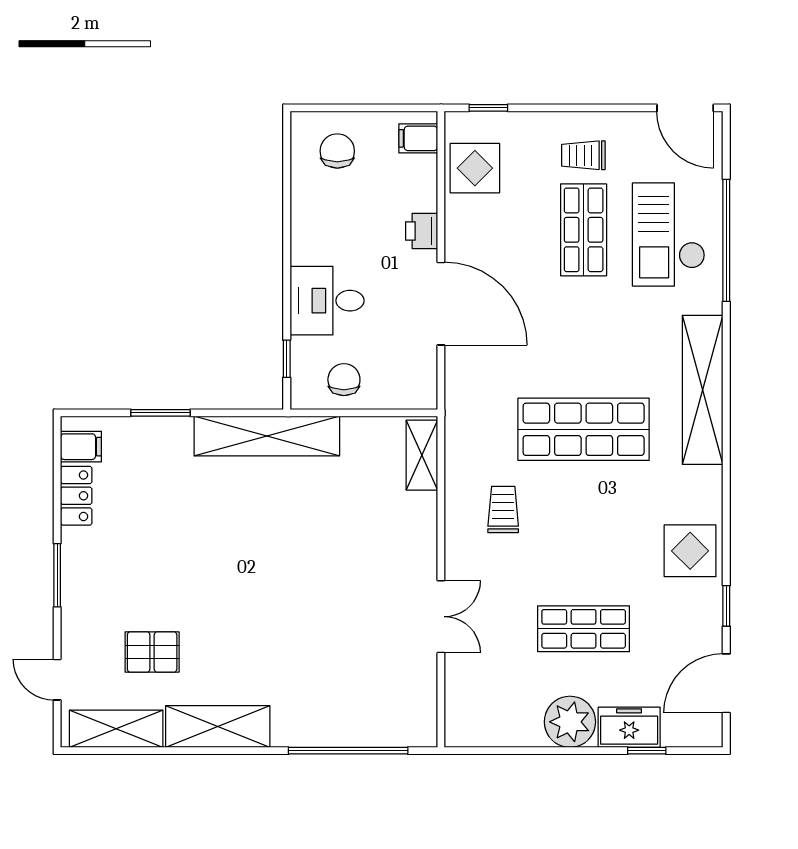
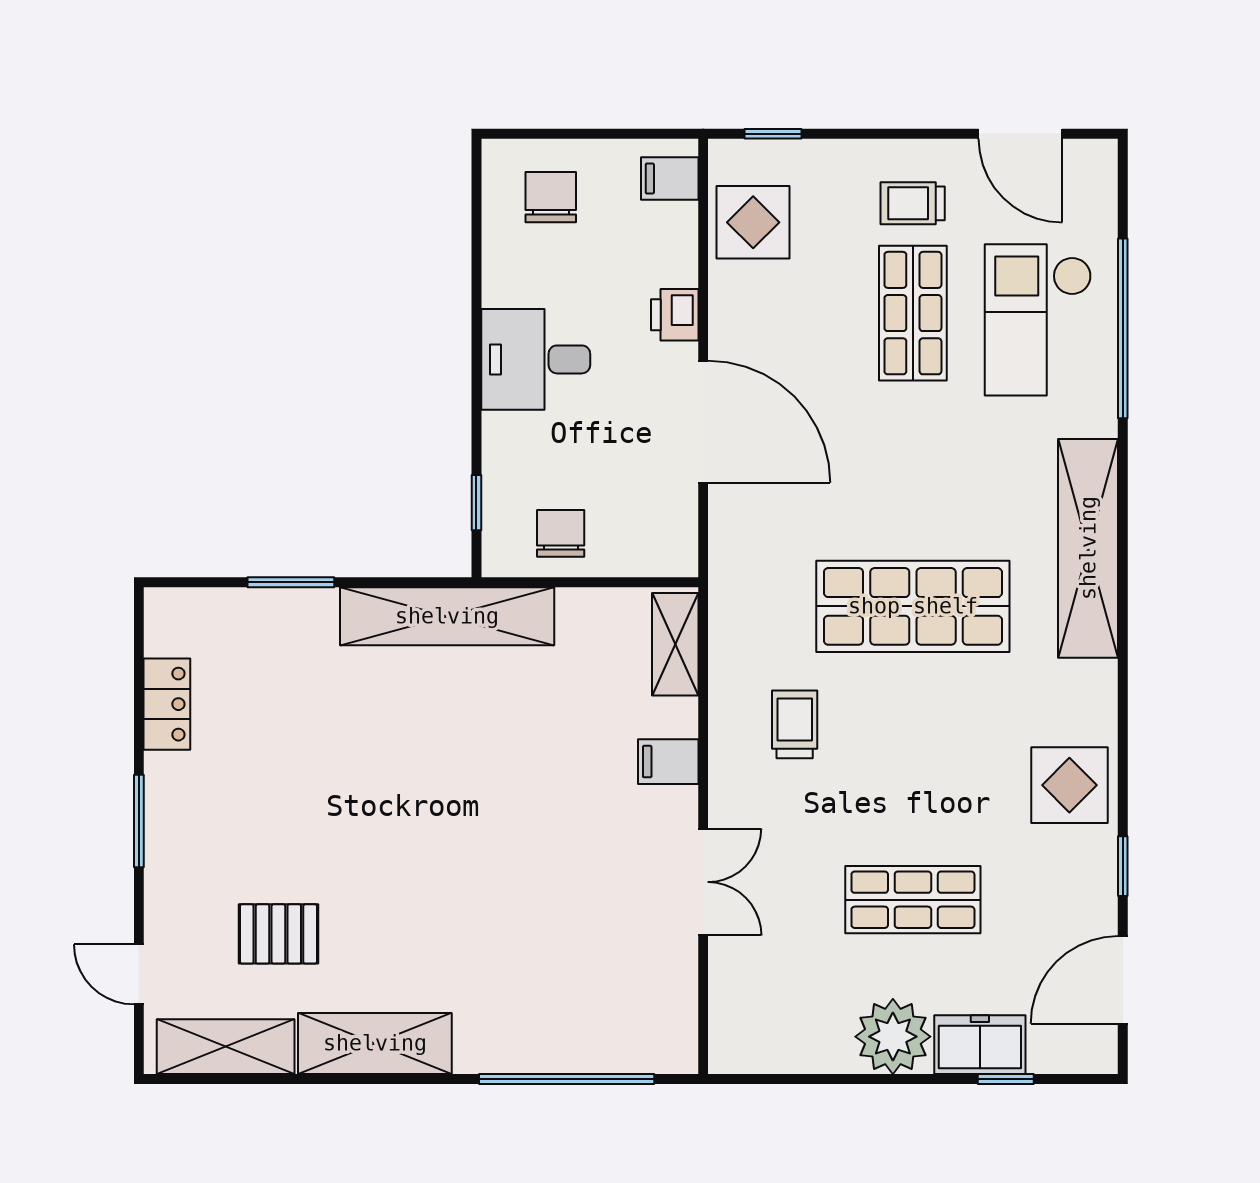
door: (685, 108) -> (1020, 134), moved
desk: (327, 301) -> (536, 359), moved
filing cabinet: (81, 447) -> (668, 762), moved, turned 180

